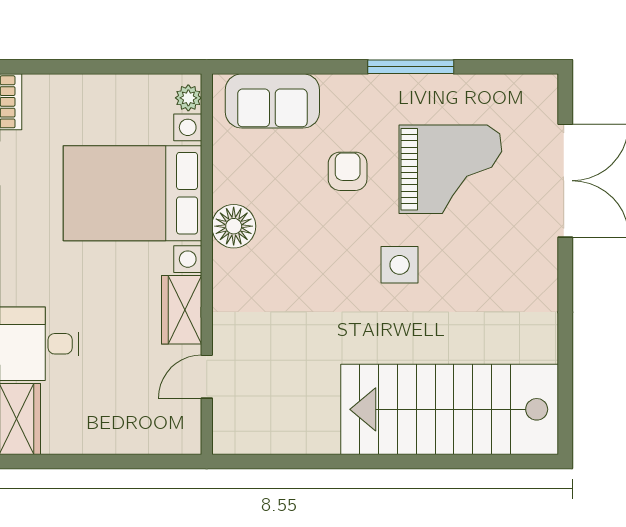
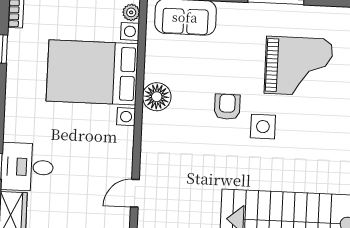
armchair: (348, 171) -> (227, 107), moved
wardrobe: (182, 310) -> (121, 149), removed

